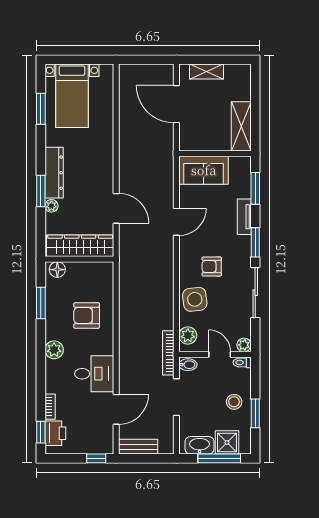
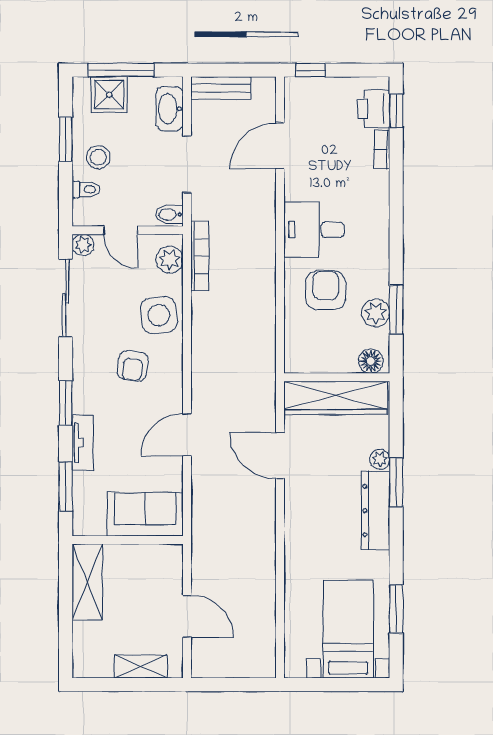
door: (176, 104) -> (187, 616), width x0.73
armchair: (212, 266) -> (133, 366), turned 97
sliding door: (255, 293) -> (66, 298), moved
armchair: (87, 315) -> (326, 290), turned -90
plant: (54, 350) -> (376, 313), moved
bookcase: (168, 353) -> (200, 256), moved
toilet: (242, 362) -> (86, 189), moved
desk: (94, 374) -> (314, 230), moved
washbasin: (199, 445) -> (170, 109), moved, turned 90
bench: (138, 447) -> (221, 88), moved

